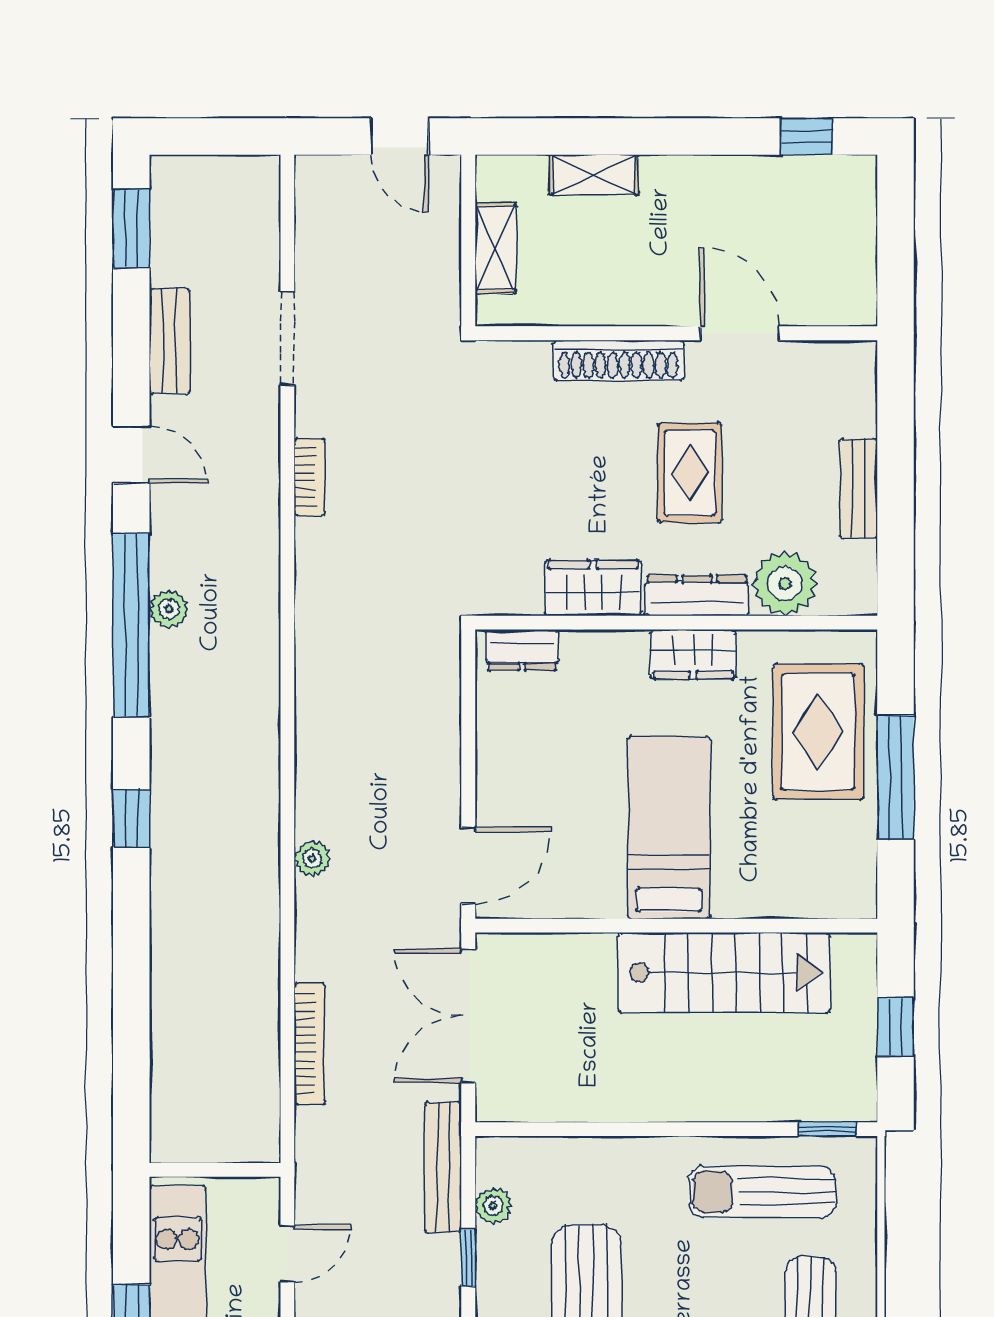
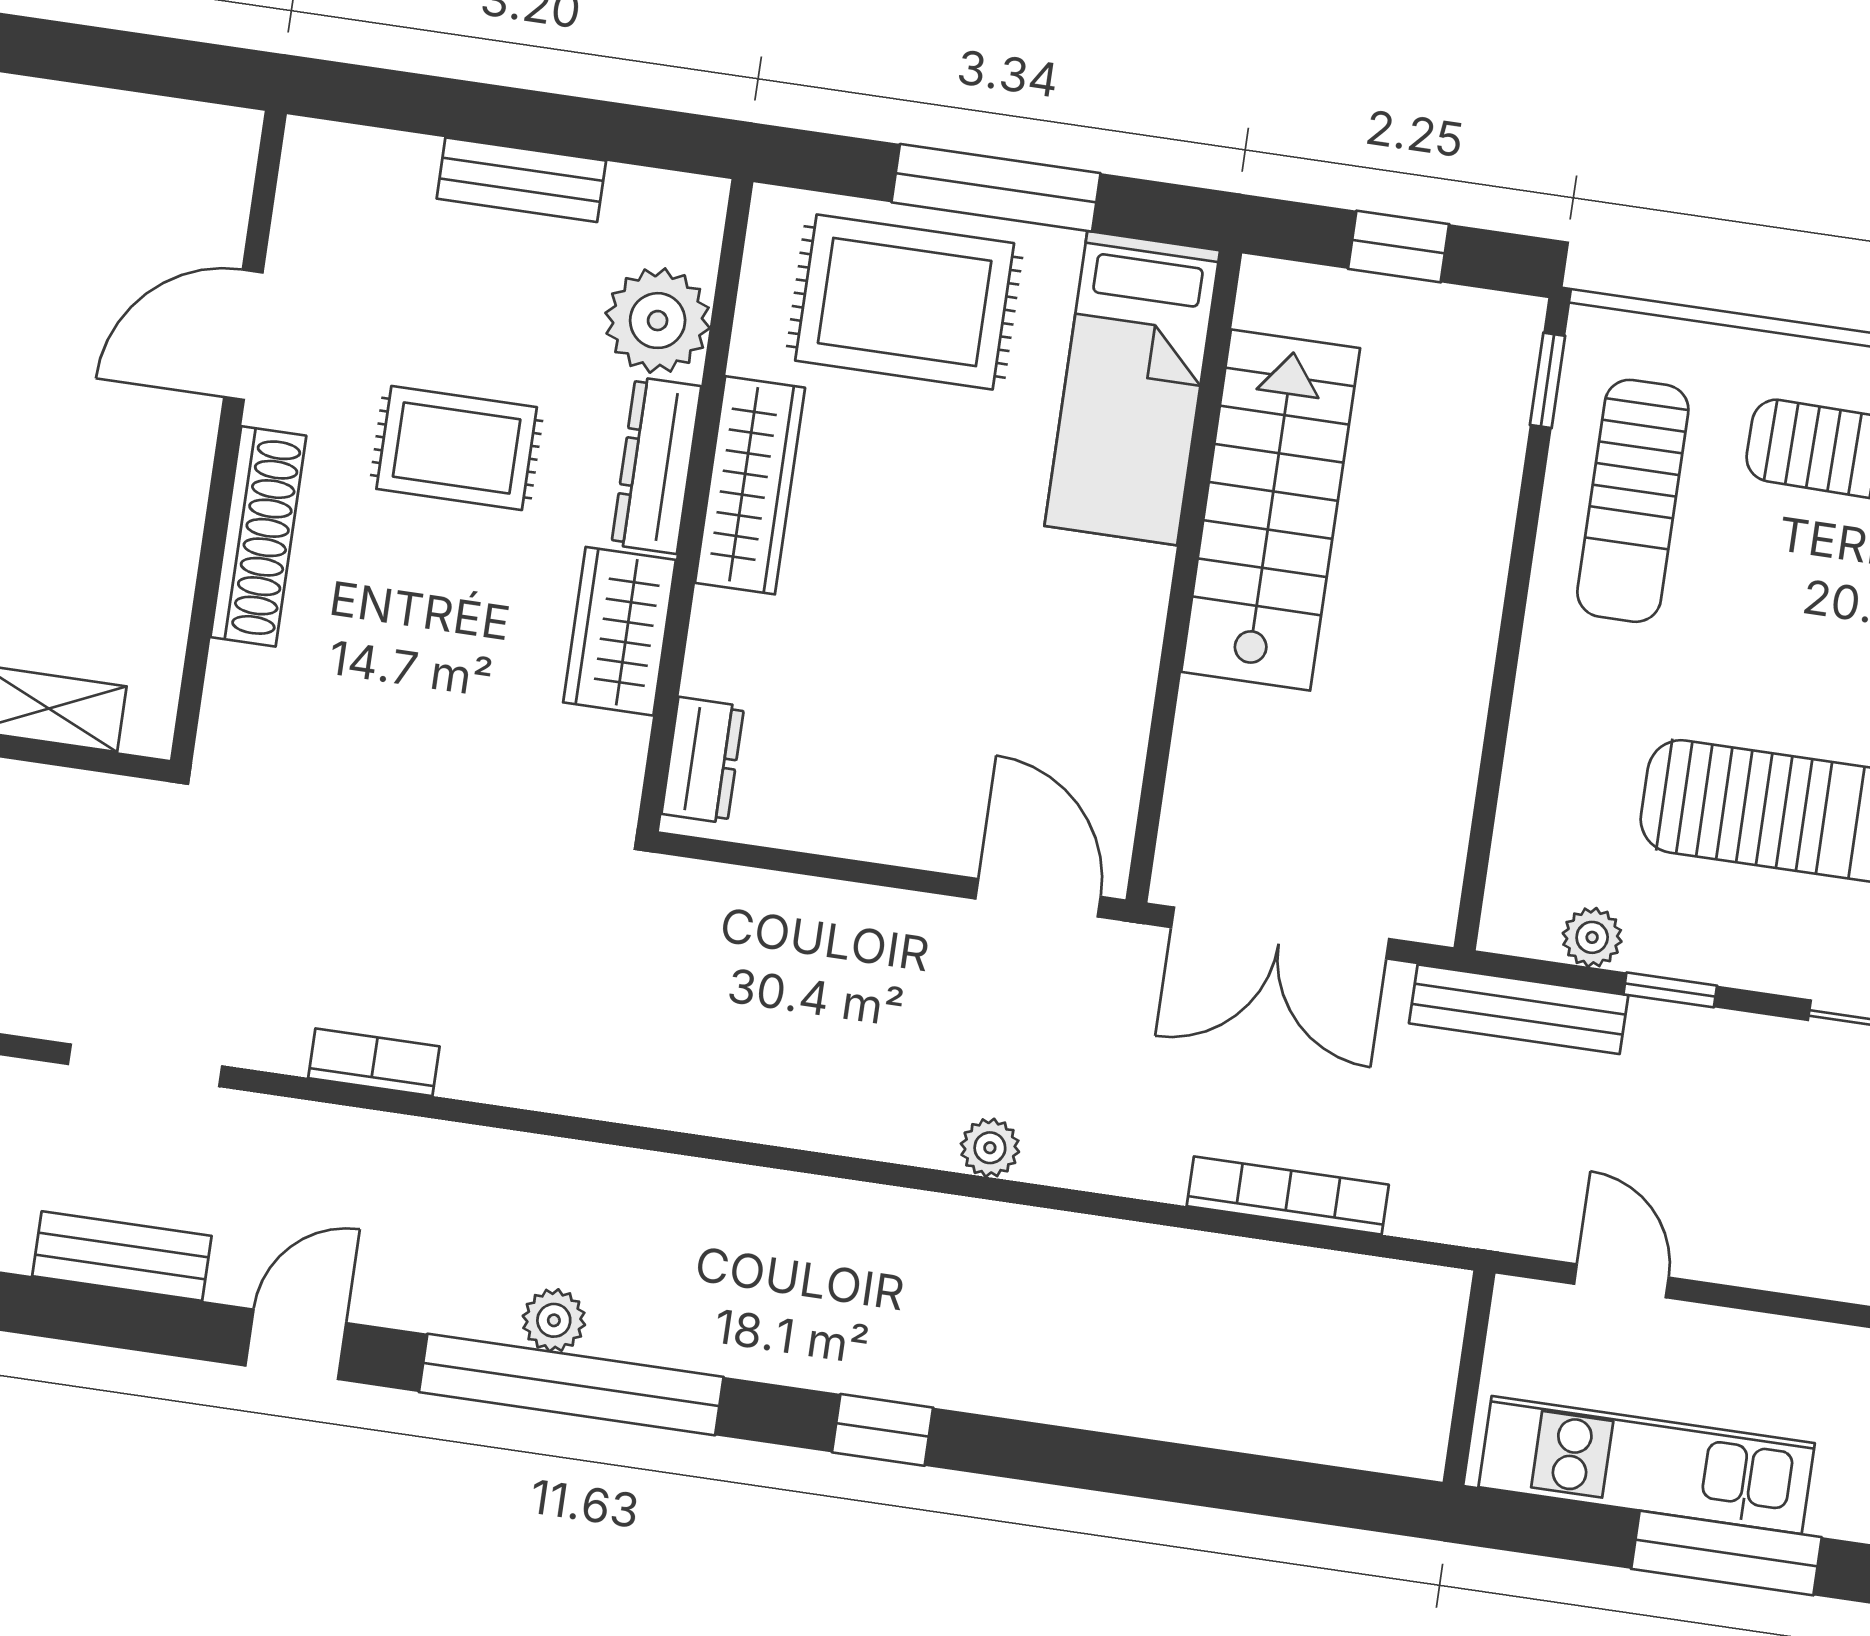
wardrobe: (693, 654) -> (750, 485), width x1.50
bed: (669, 827) -> (1132, 388), moved, turned -90

